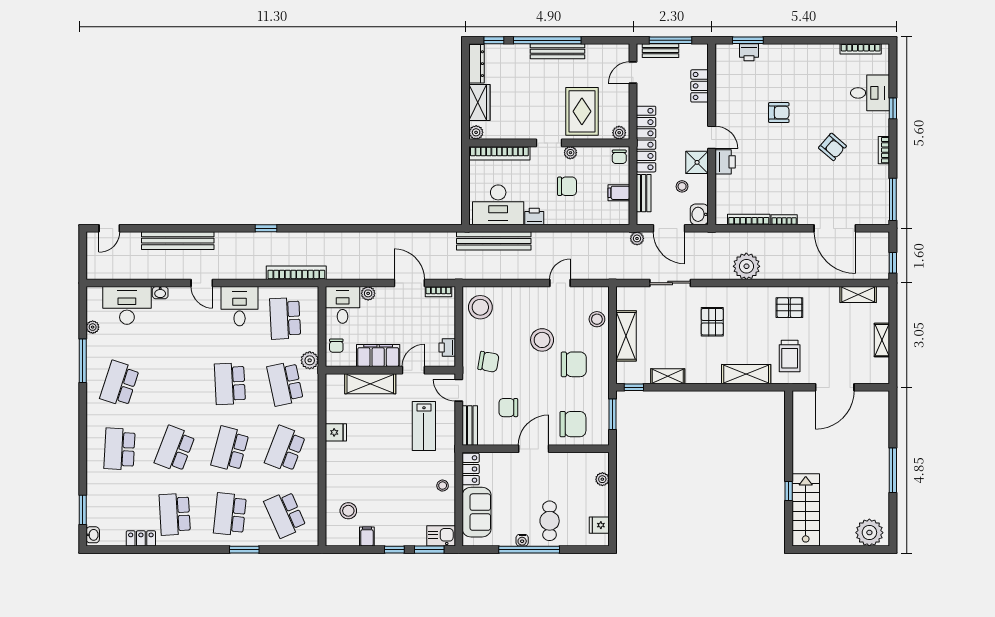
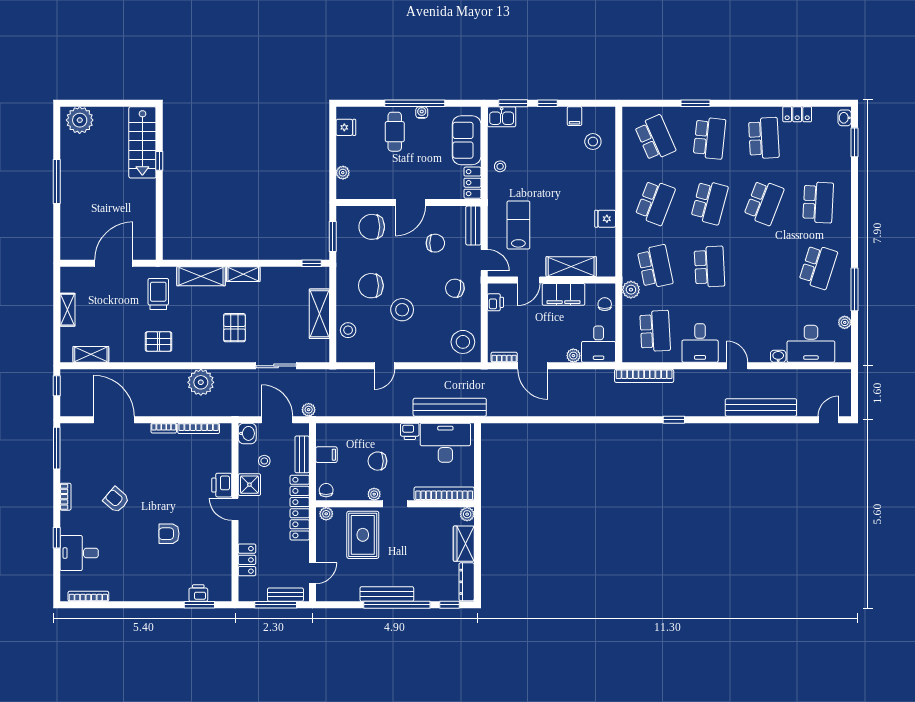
shelving: (668, 376) -> (243, 274), moved

